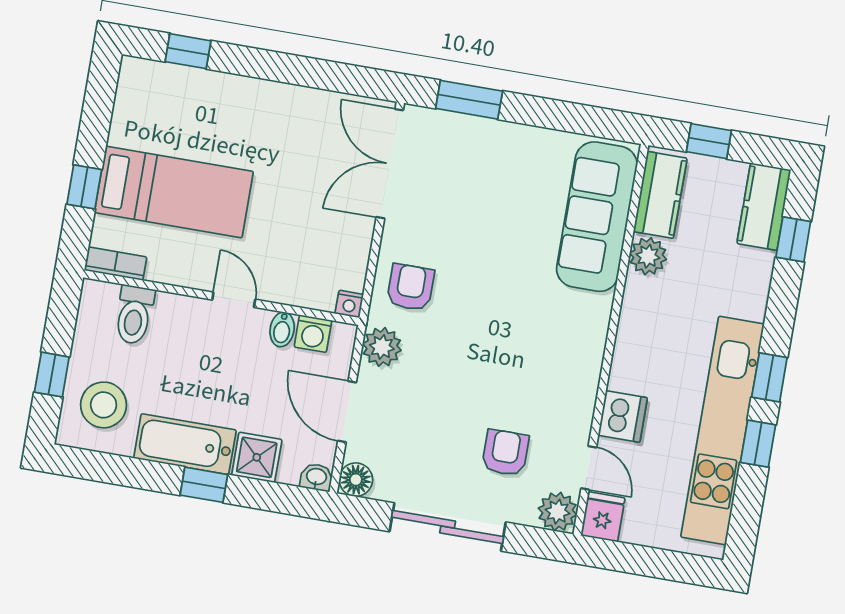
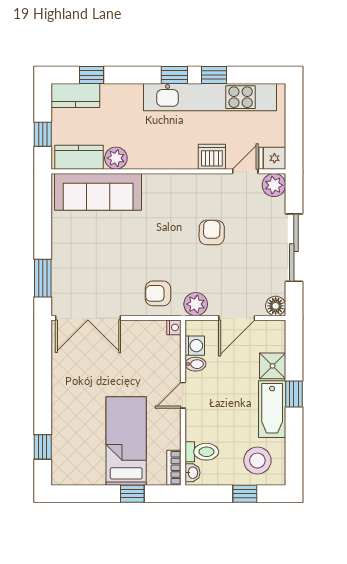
armchair: (505, 453) -> (212, 232), moved, turned 91
washbasin: (316, 477) -> (192, 473), moved, turned 180

